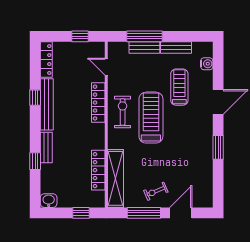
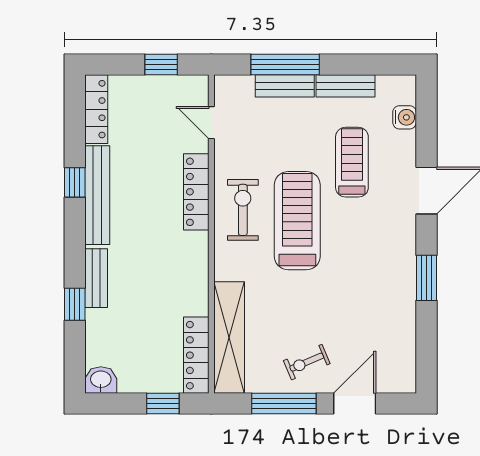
locker: (98, 170) -> (196, 355), moved

